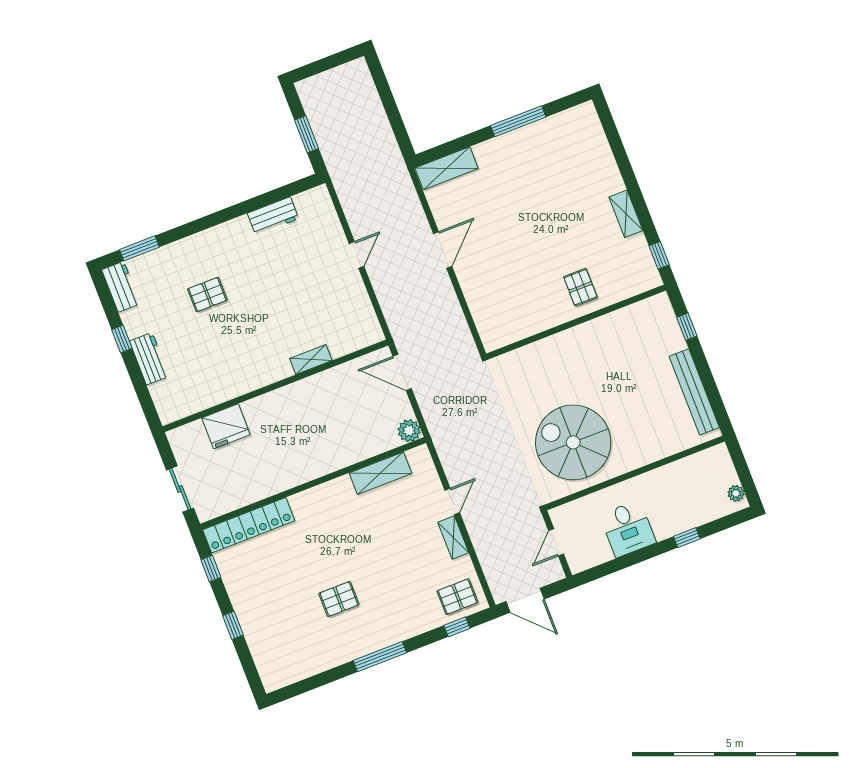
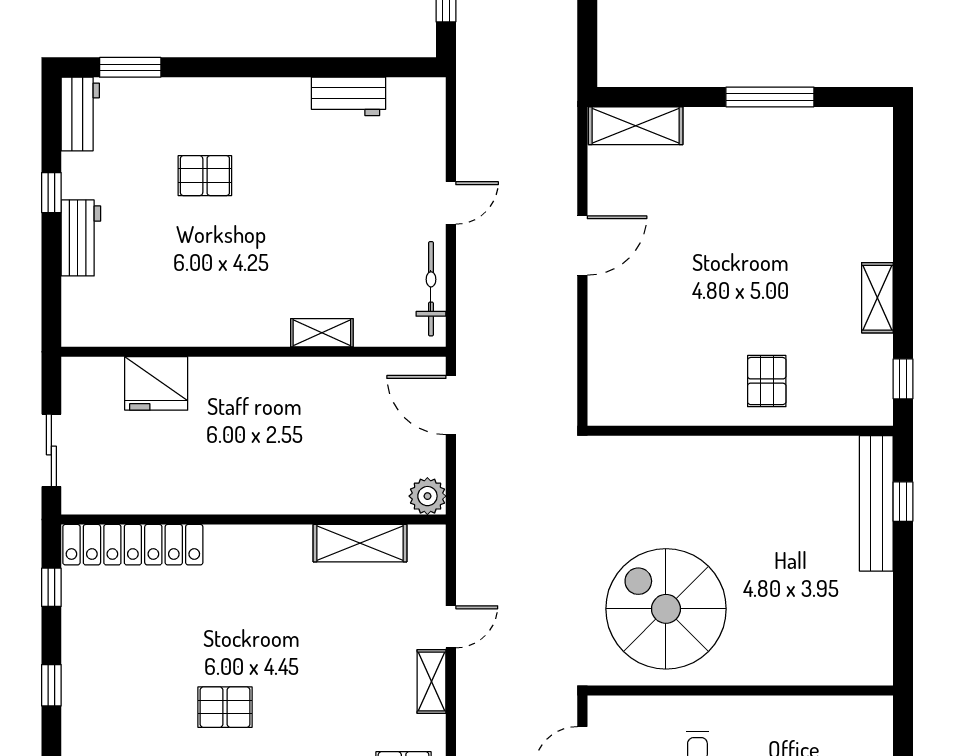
bicycle: (364, 309) -> (431, 289), added
bench: (694, 392) -> (876, 503), moved

